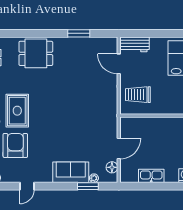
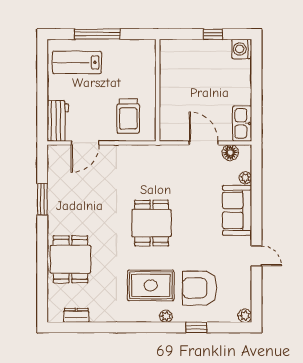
dining table: (62, 111) -> (152, 223), added
kitchen sink: (151, 176) -> (242, 123), moved
door: (27, 186) -> (256, 256), moved
window: (88, 186) -> (256, 186), removed

